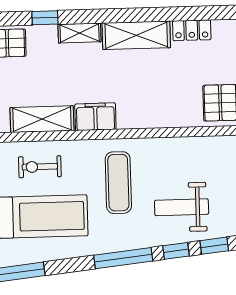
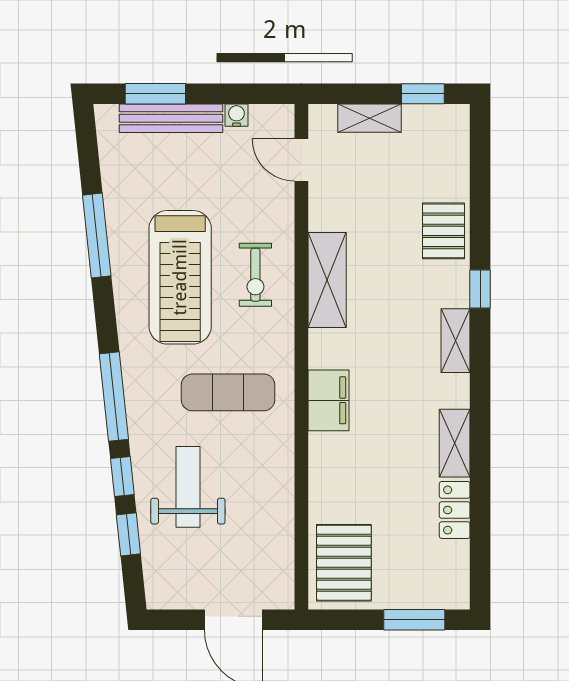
shelving: (136, 35) -> (455, 443), width x0.67, depth x0.75
filing cabinet: (95, 117) -> (328, 400), moved
exercise bike: (40, 167) -> (255, 275), turned 180

